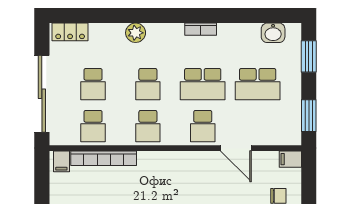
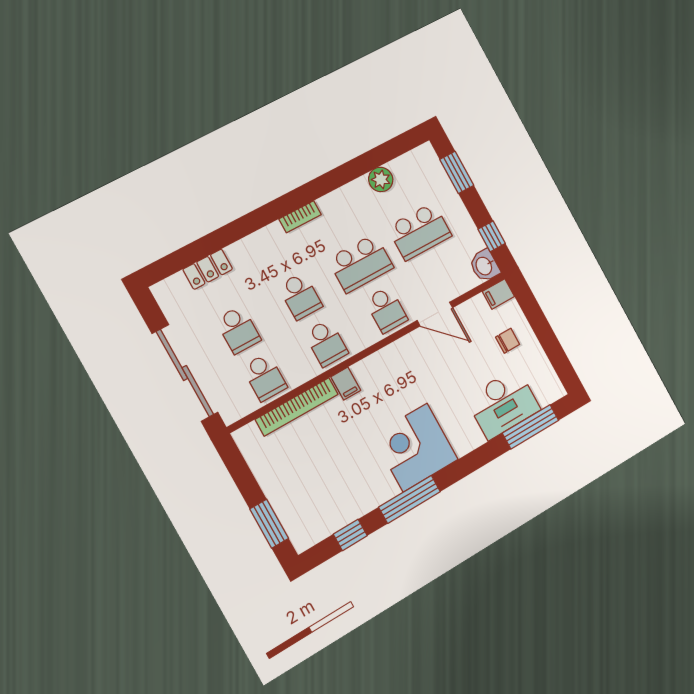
bookcase: (201, 29) -> (300, 217), moved
locker: (70, 32) -> (208, 269), moved
plant: (136, 33) -> (381, 179), moved
washbasin: (273, 33) -> (484, 266), moved, turned 90
window: (309, 116) -> (492, 236), width x0.67
filing cabinet: (61, 161) -> (346, 384), moved

